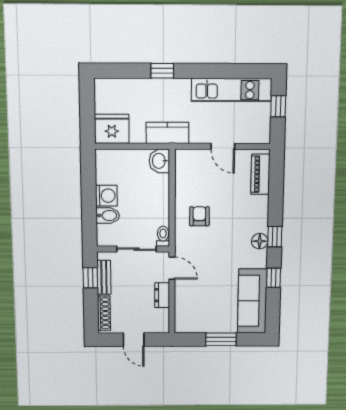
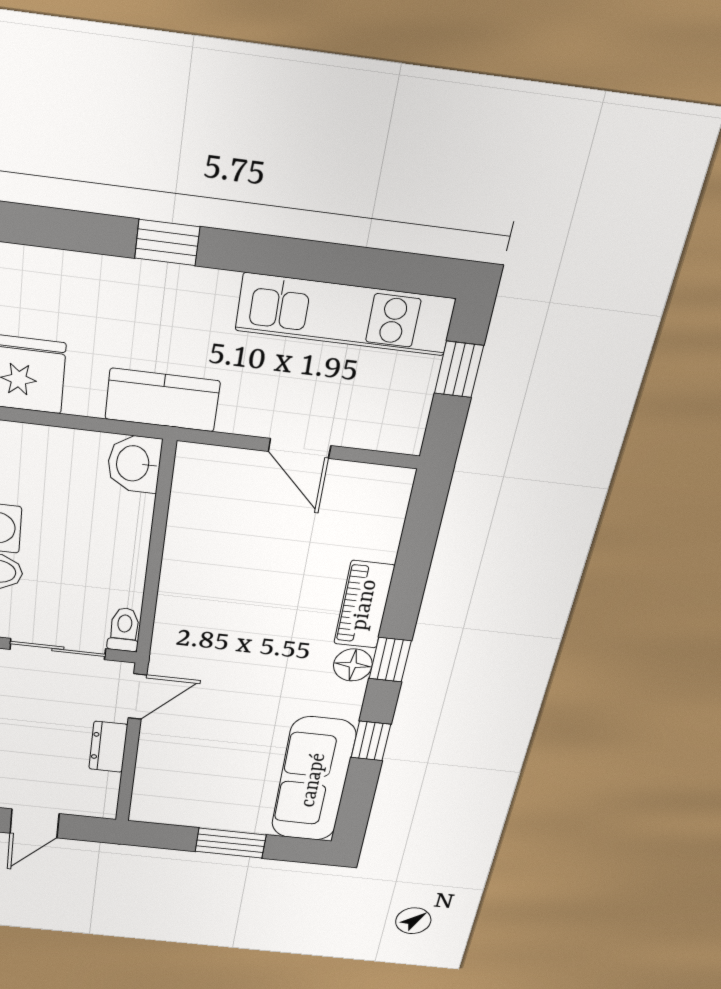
piano: (260, 174) -> (364, 605), moved
armchair: (199, 216) -> (217, 597), removed
door: (172, 268) -> (138, 697), hinge flipped
door: (134, 340) -> (34, 823), hinge flipped

